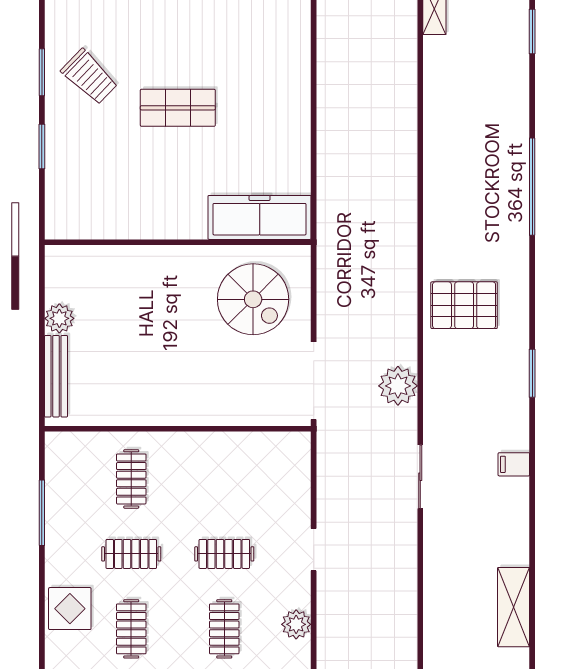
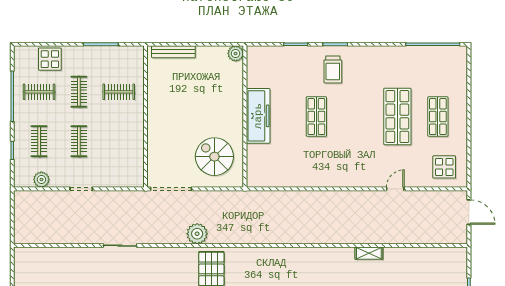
trolley: (89, 77) -> (333, 70), turned -44
freezer: (260, 217) -> (258, 116), moved
spiral stairs: (253, 299) -> (214, 157), turned 90
plant: (59, 318) -> (236, 53), moved
plant: (398, 386) -> (197, 234), moved
clothes rail: (224, 629) -> (39, 141), turned 90

